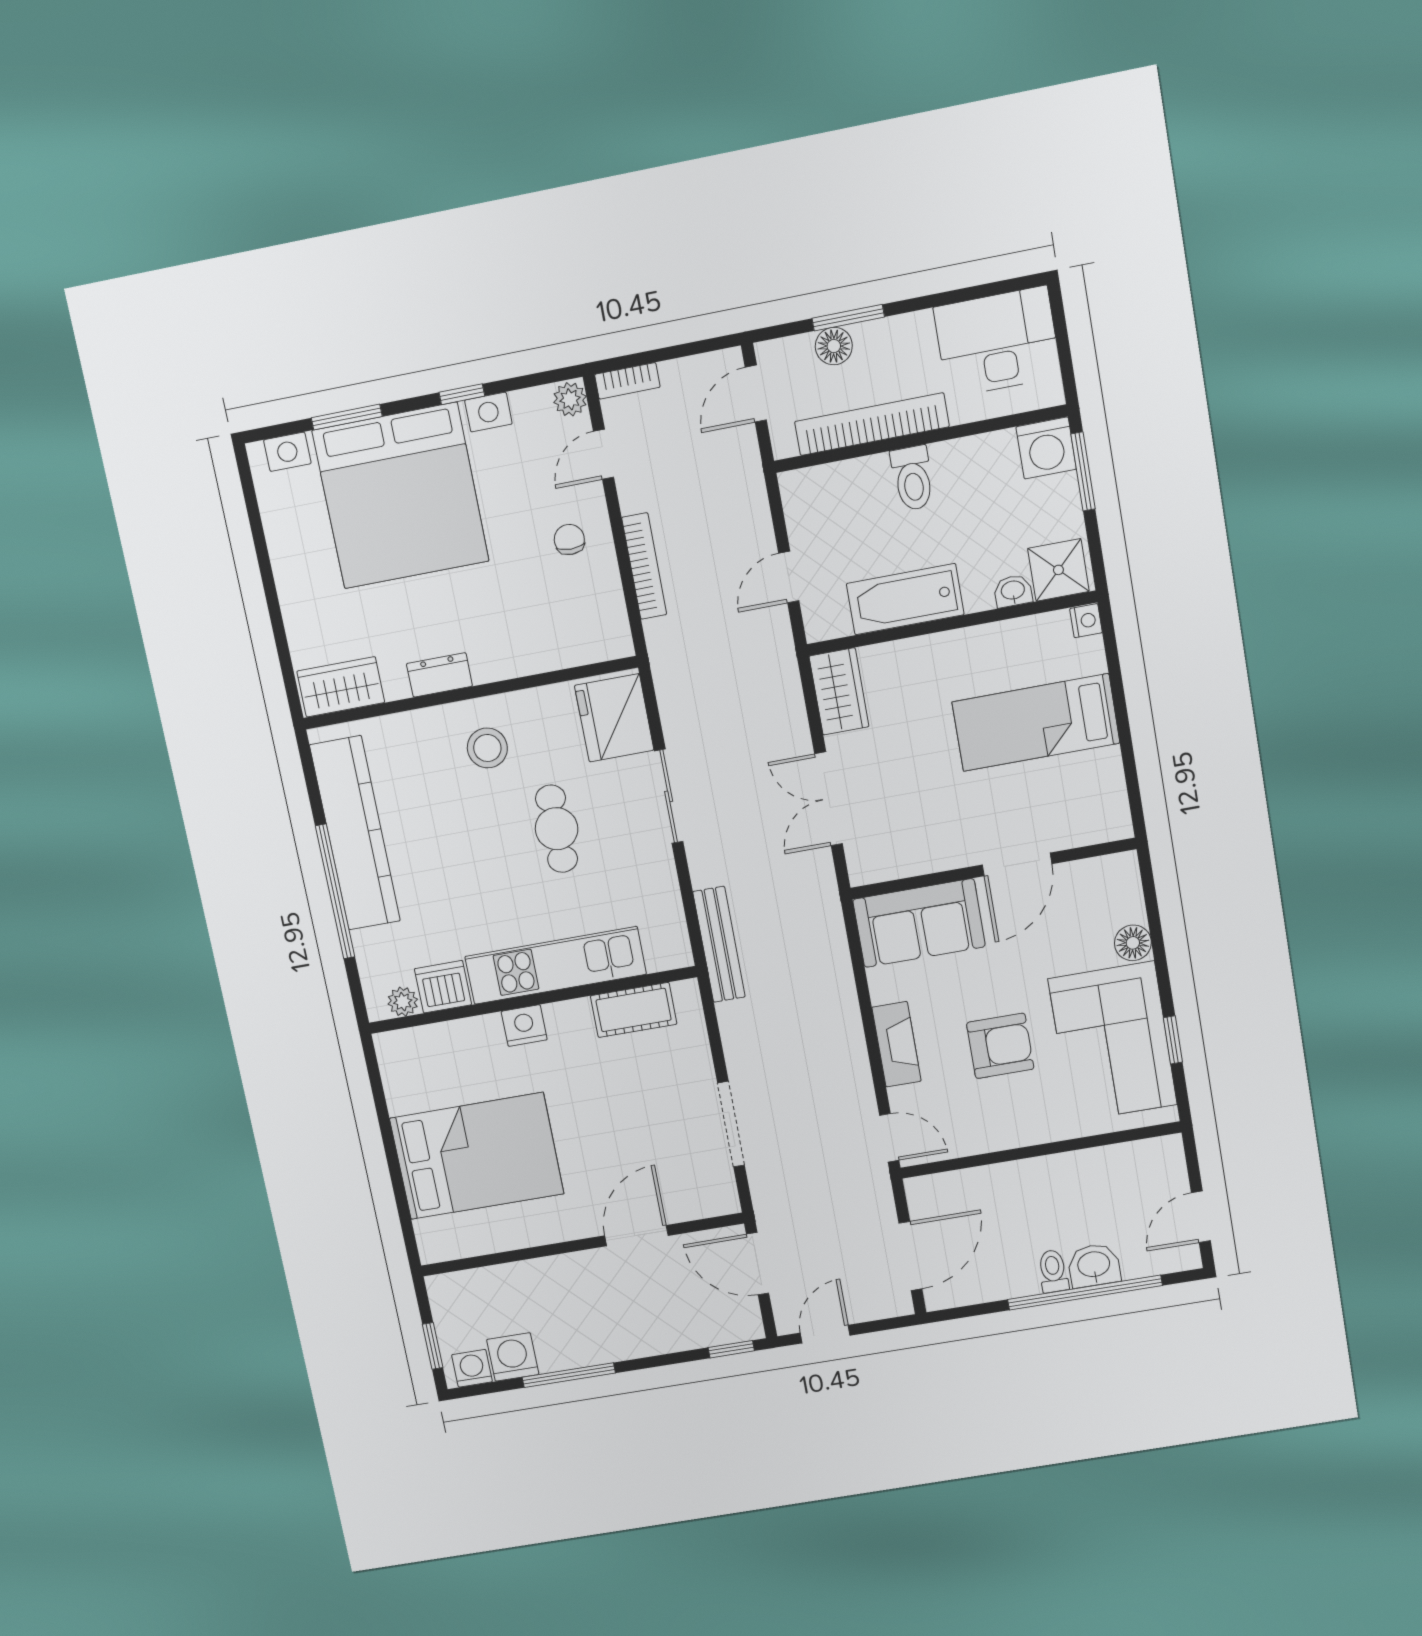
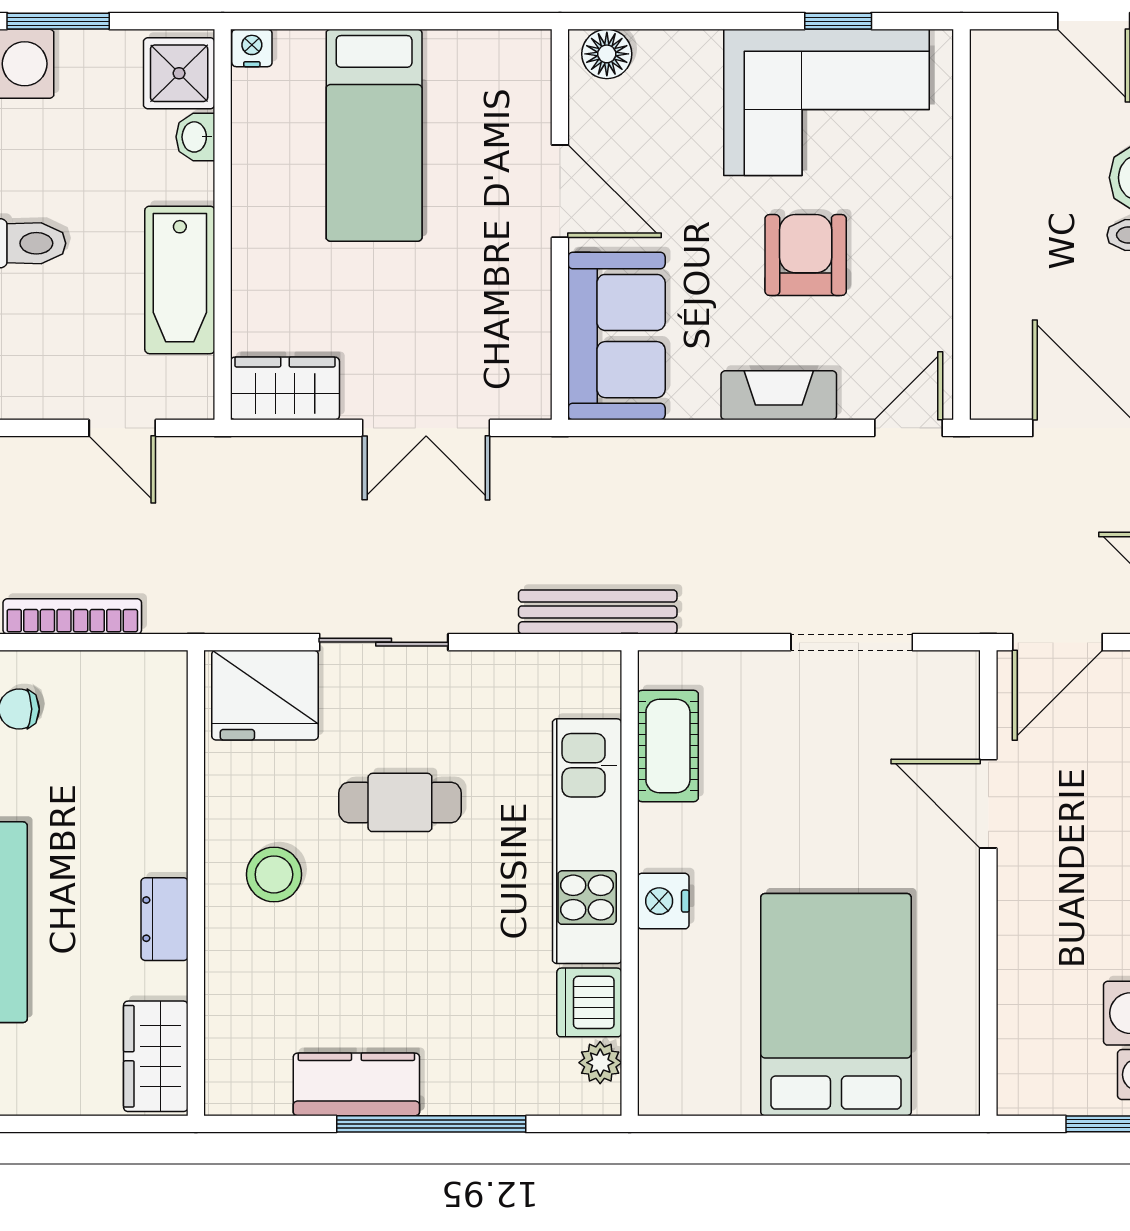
kitchen counter: (355, 833) -> (356, 1084), width x0.48, depth x0.86
floor lamp: (1133, 943) -> (607, 54), moved

